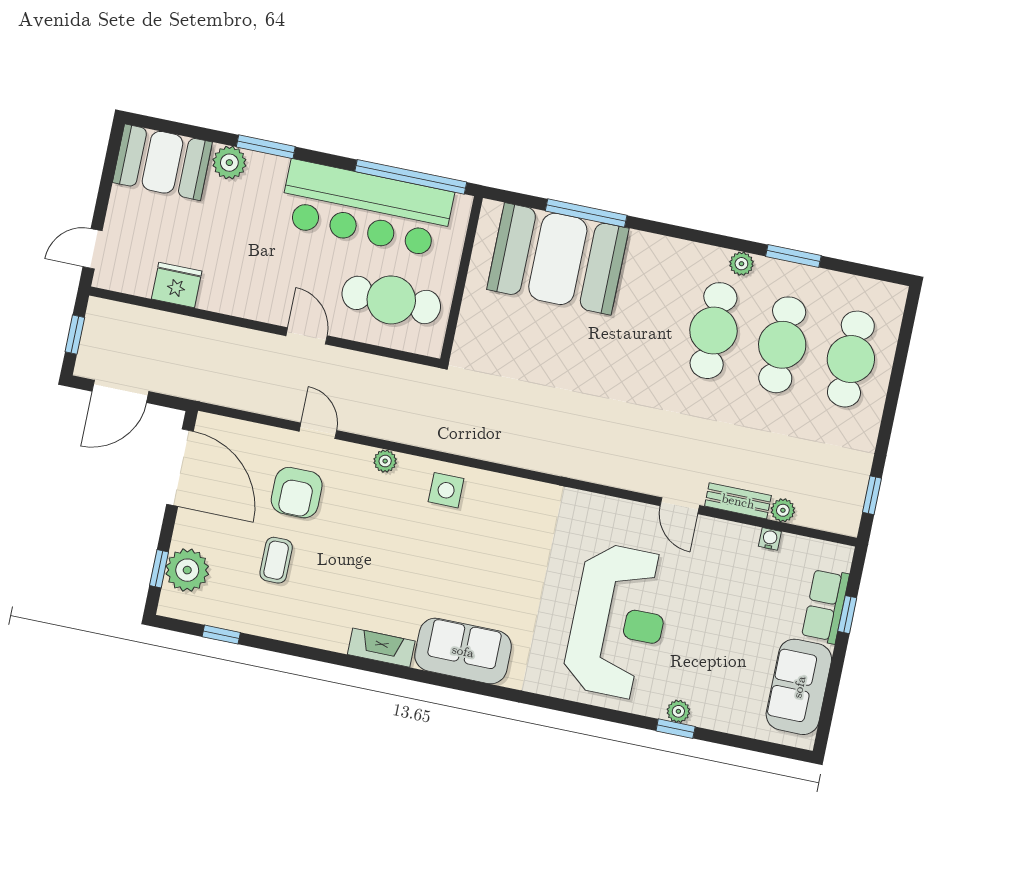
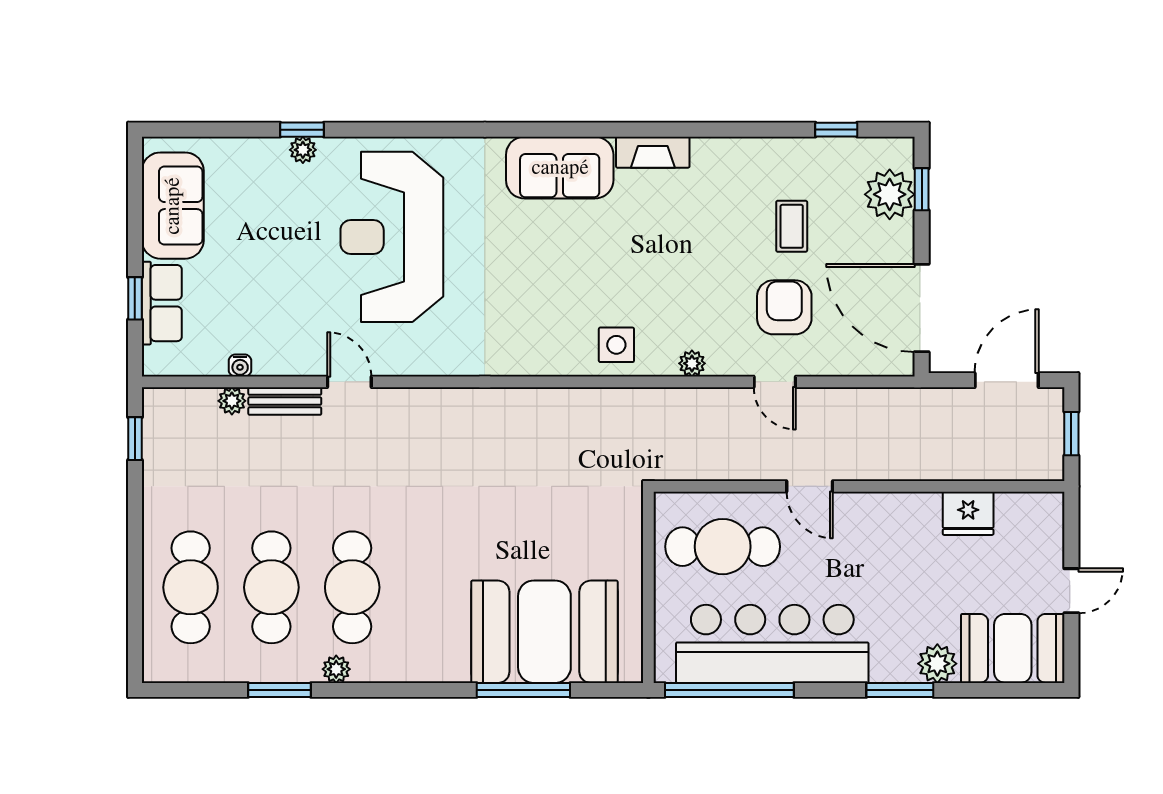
door: (93, 249) -> (1071, 591), moved

